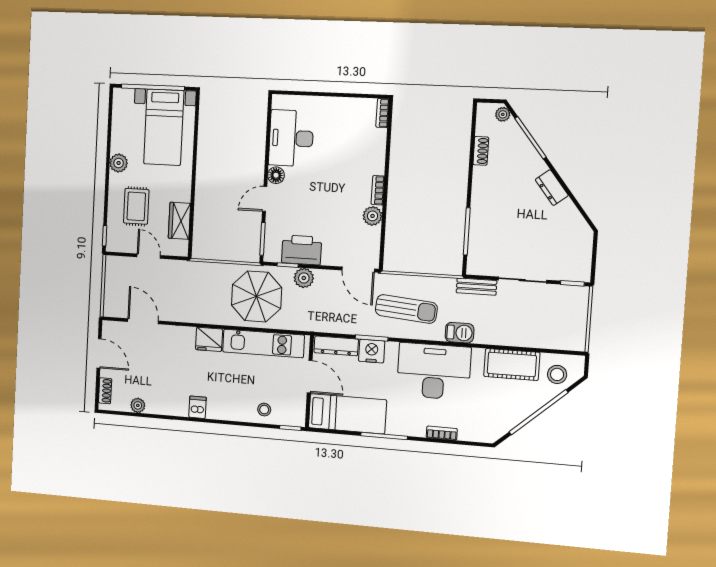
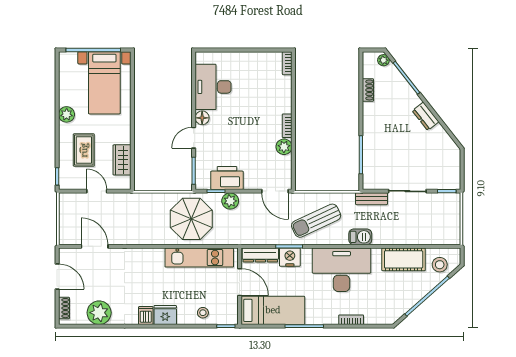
sun lounger: (406, 309) -> (316, 221), turned 150
fridge: (209, 339) -> (165, 315), moved, turned 180
plant: (138, 405) -> (99, 313), width x1.87, depth x1.87

